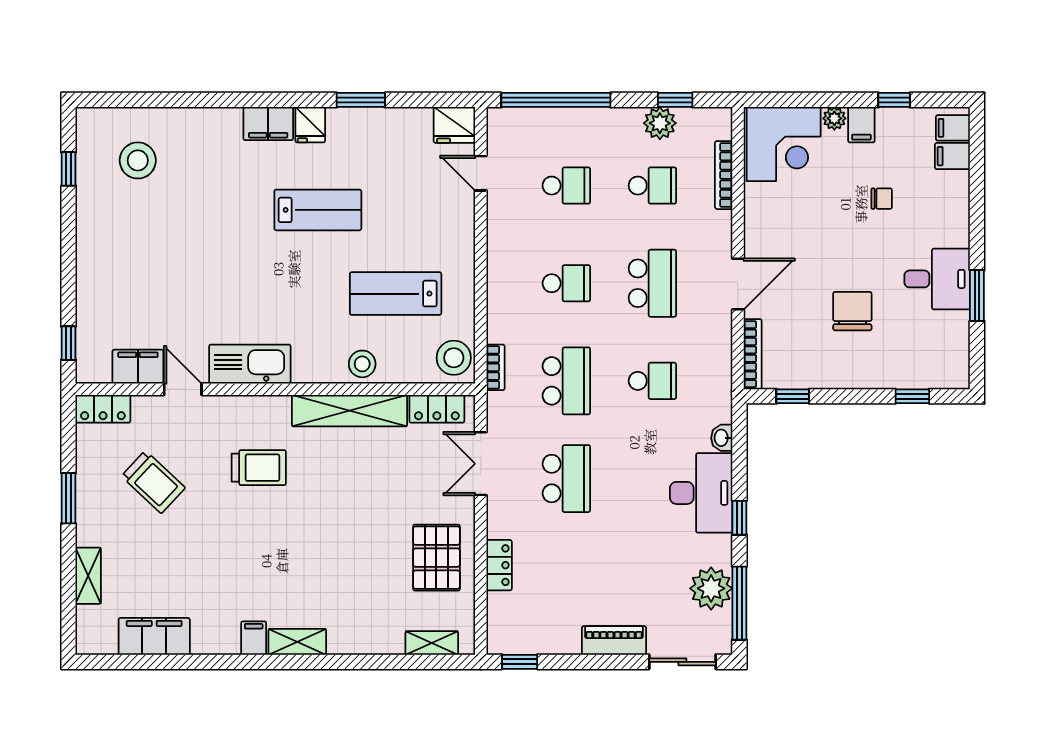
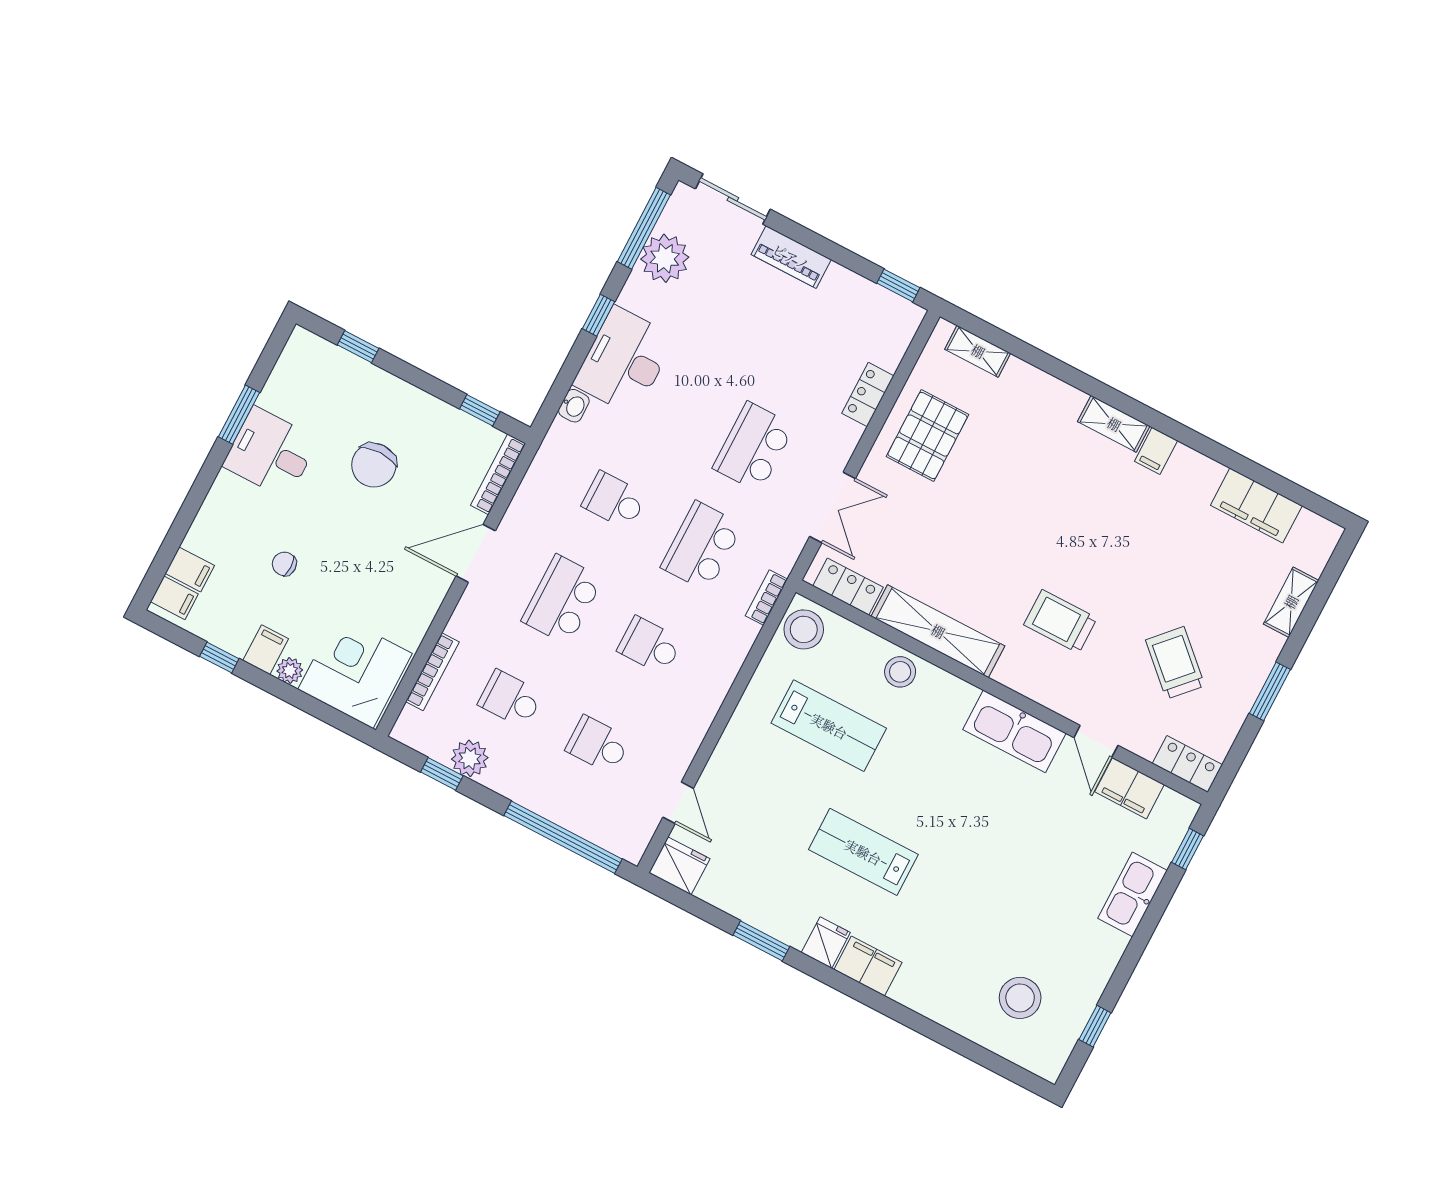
kitchen sink: (93, 286) -> (1132, 894), added

